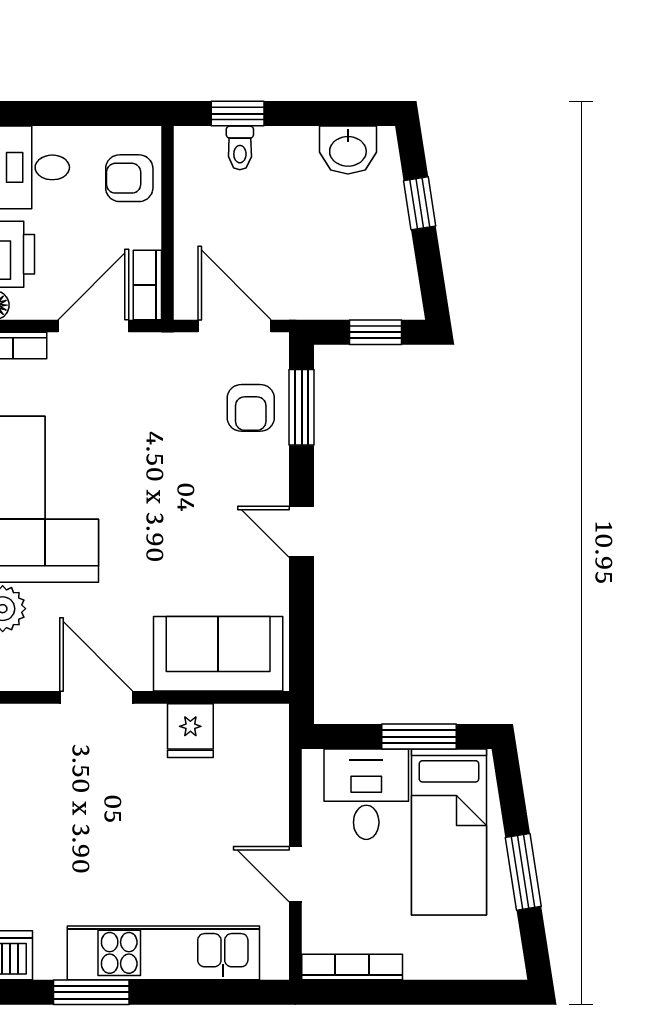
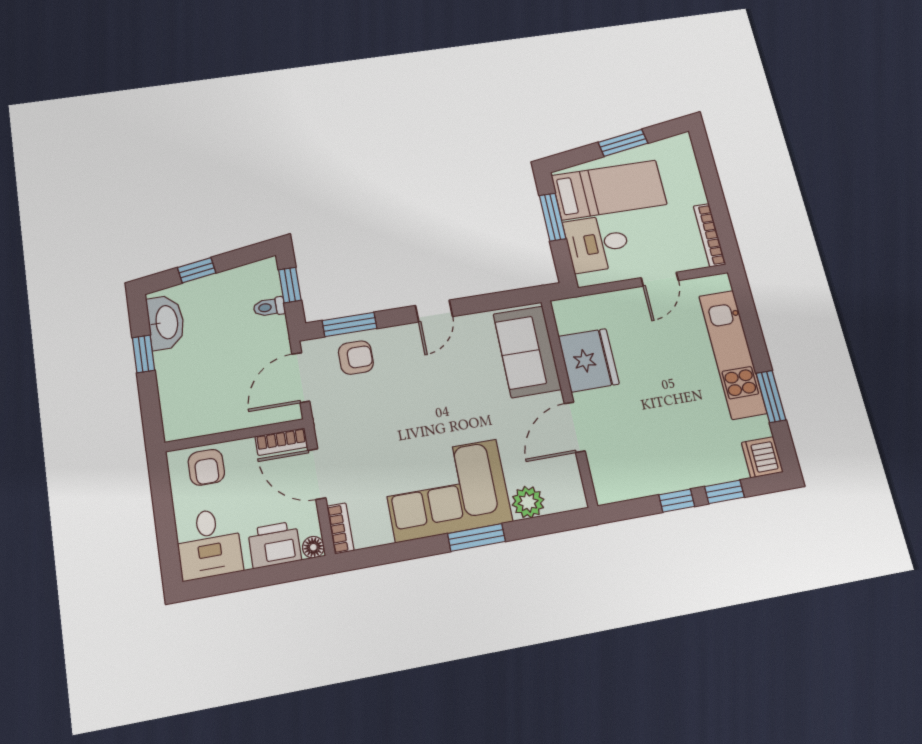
window: (238, 114) -> (144, 354), moved
toilet: (240, 148) -> (269, 307), moved, turned 180
washbasin: (348, 150) -> (166, 322), width x1.38
fridge: (190, 731) -> (589, 360), width x1.88, depth x1.34

